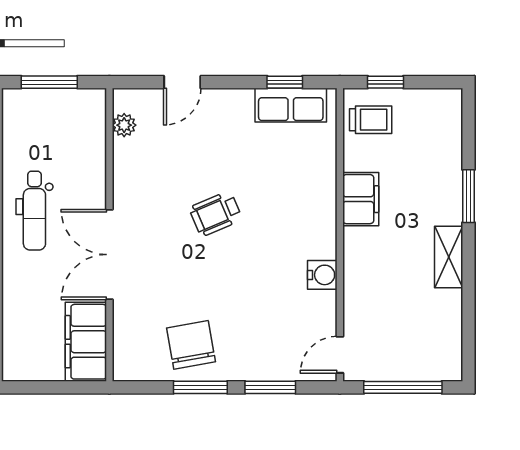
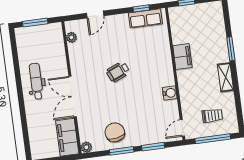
trolley: (371, 120) -> (212, 116), moved
dental chair: (34, 211) -> (36, 81), turned 180
plant: (125, 369) -> (86, 147), added

